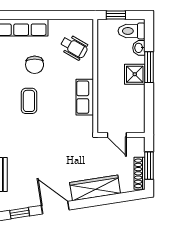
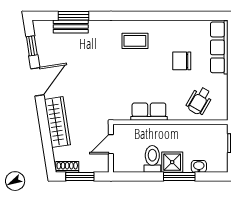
toilet: (132, 31) -> (152, 159), moved
coffee table: (29, 101) -> (135, 41), moved
shoe rack: (140, 173) -> (67, 167), width x0.70

